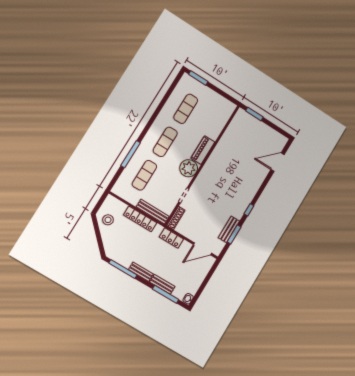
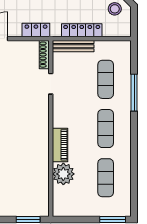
plant: (189, 168) -> (63, 174), moved

